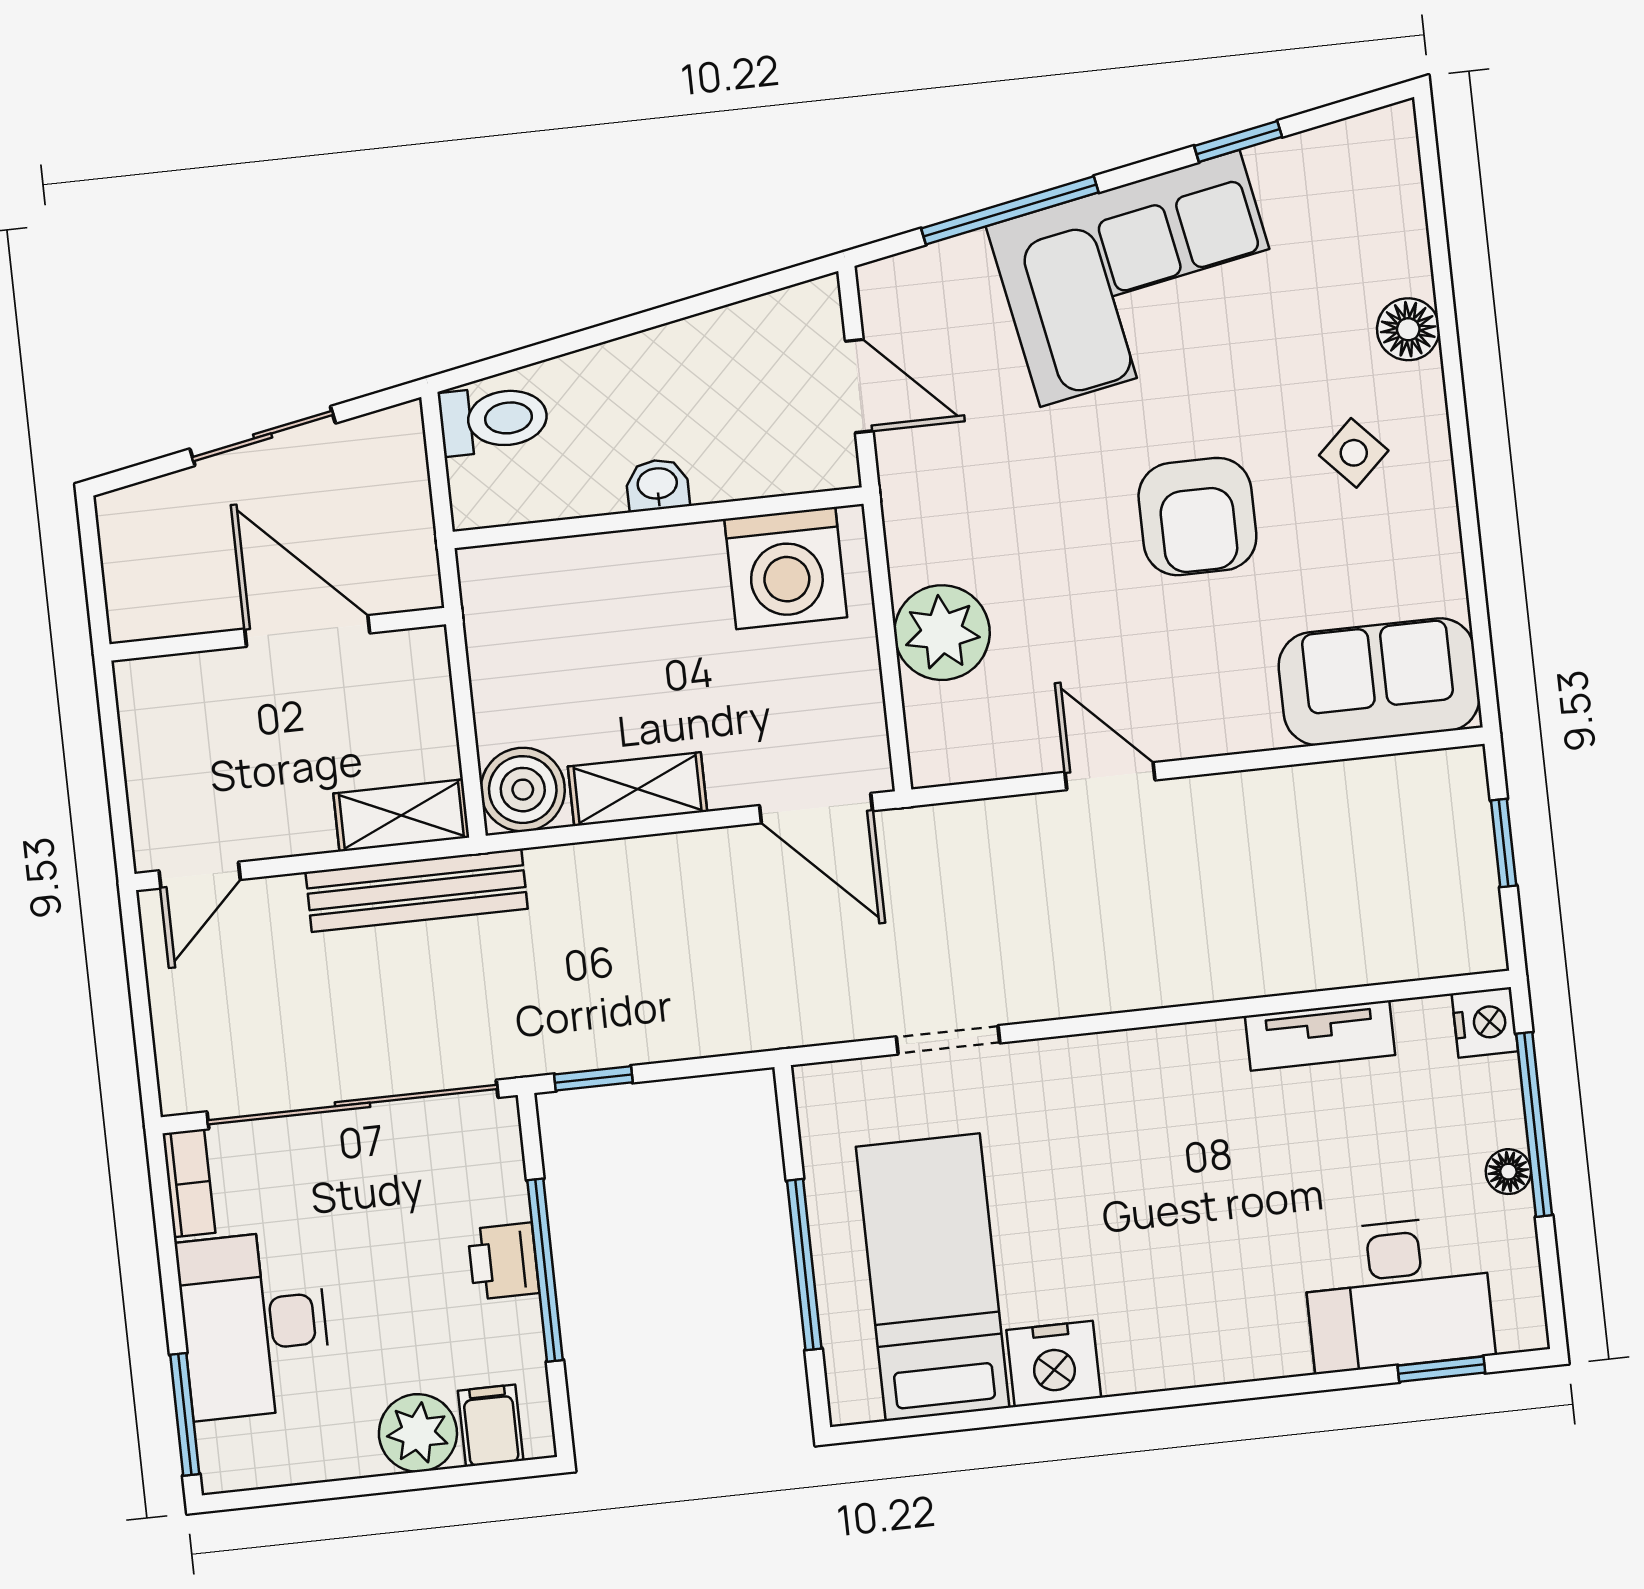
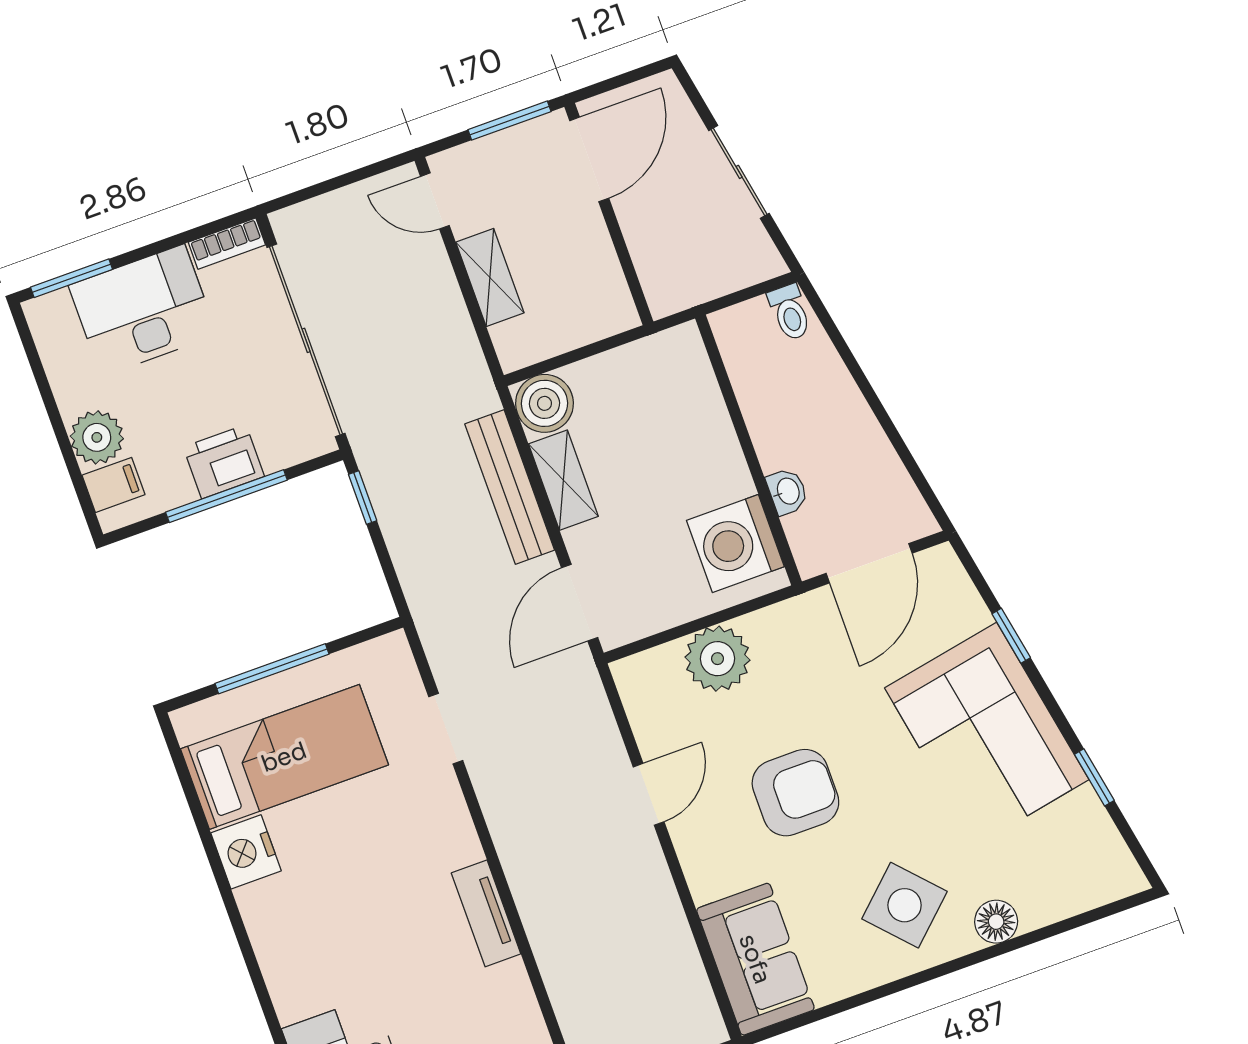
window: (1010, 210) -> (1011, 636), width x0.46
door: (859, 386) -> (869, 563), width x1.38
toilet: (494, 419) -> (790, 312), width x0.73, depth x0.72
side table: (1354, 453) -> (905, 905), width x1.87, depth x1.87
washbasin: (657, 485) -> (787, 491), moved
armchair: (1197, 517) -> (795, 793), moved, turned 180
door: (307, 631) -> (589, 159), moved
window: (112, 742) -> (510, 121), added
shelving: (401, 815) -> (490, 277), moved
bench: (417, 890) -> (510, 487), moved
tv unit: (1320, 1036) -> (486, 913), moved
printer: (503, 1261) -> (224, 462), width x1.36, depth x1.24

